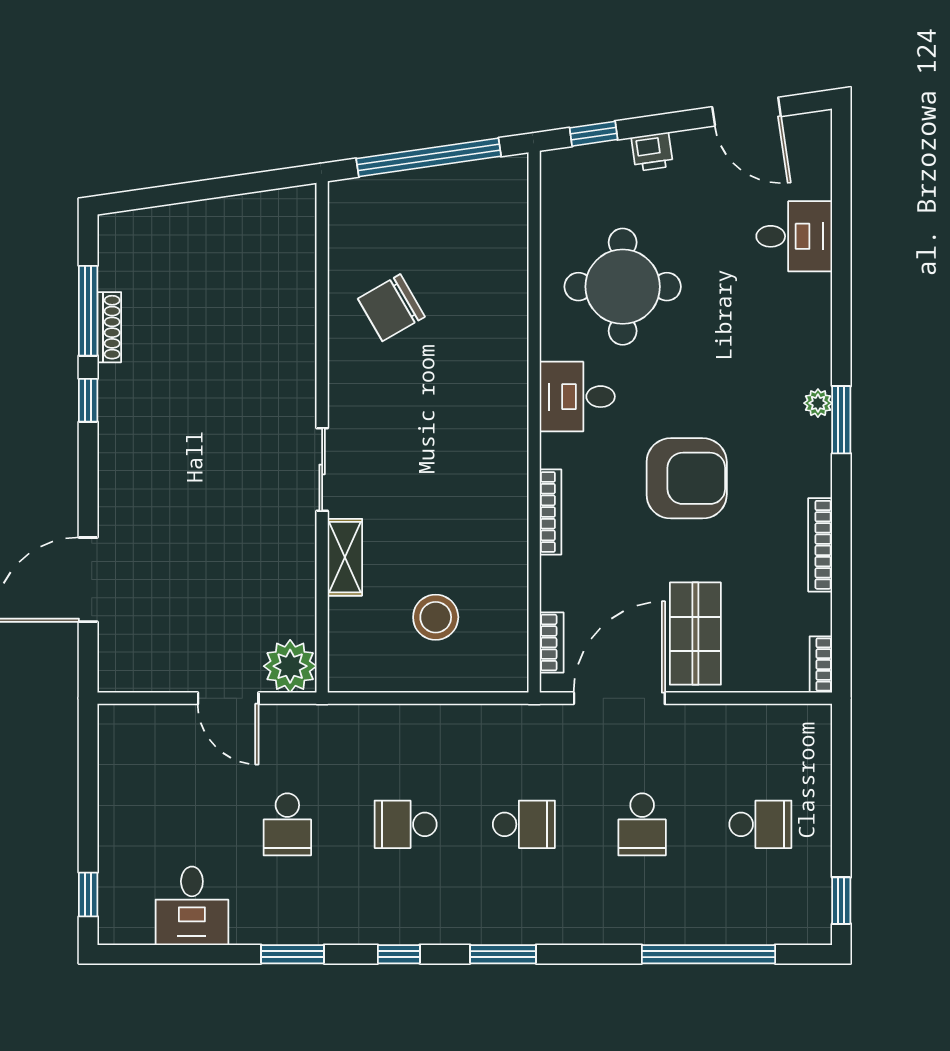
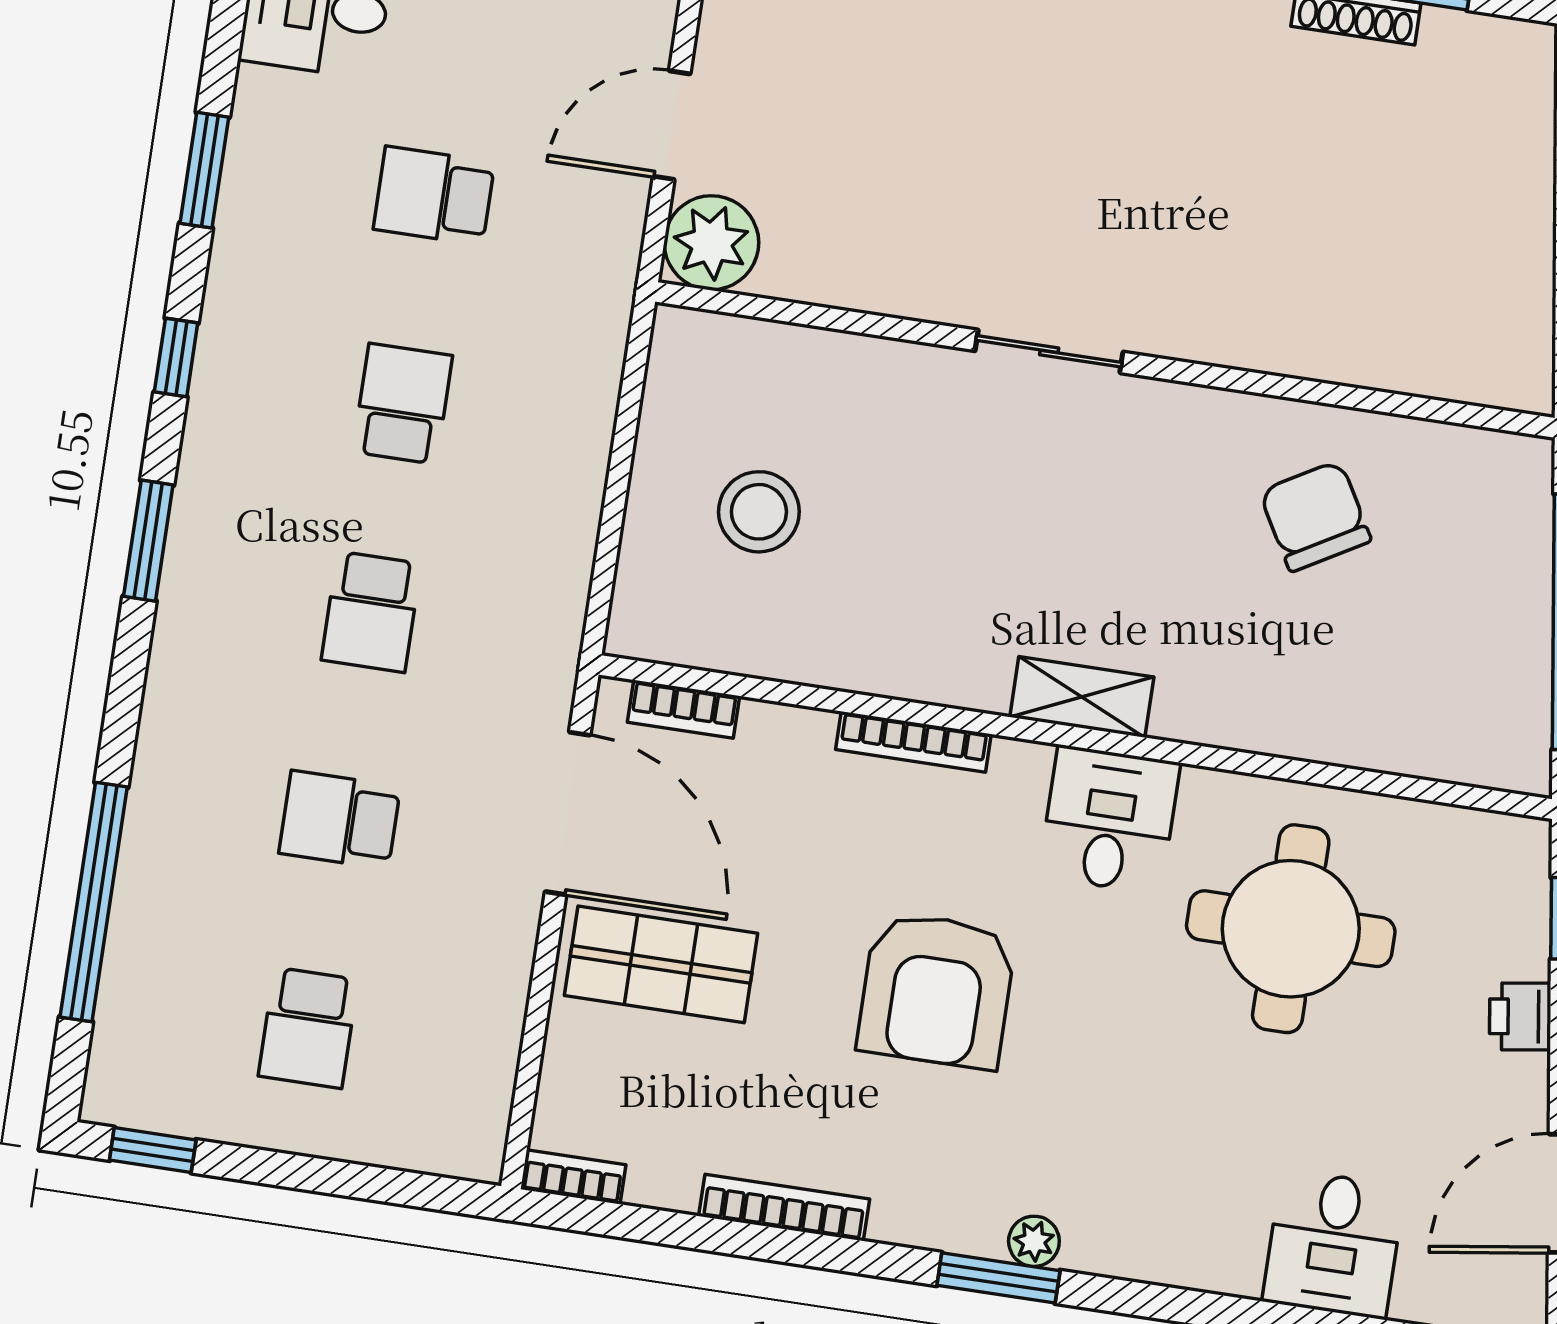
shelving: (345, 557) -> (1082, 697), moved

